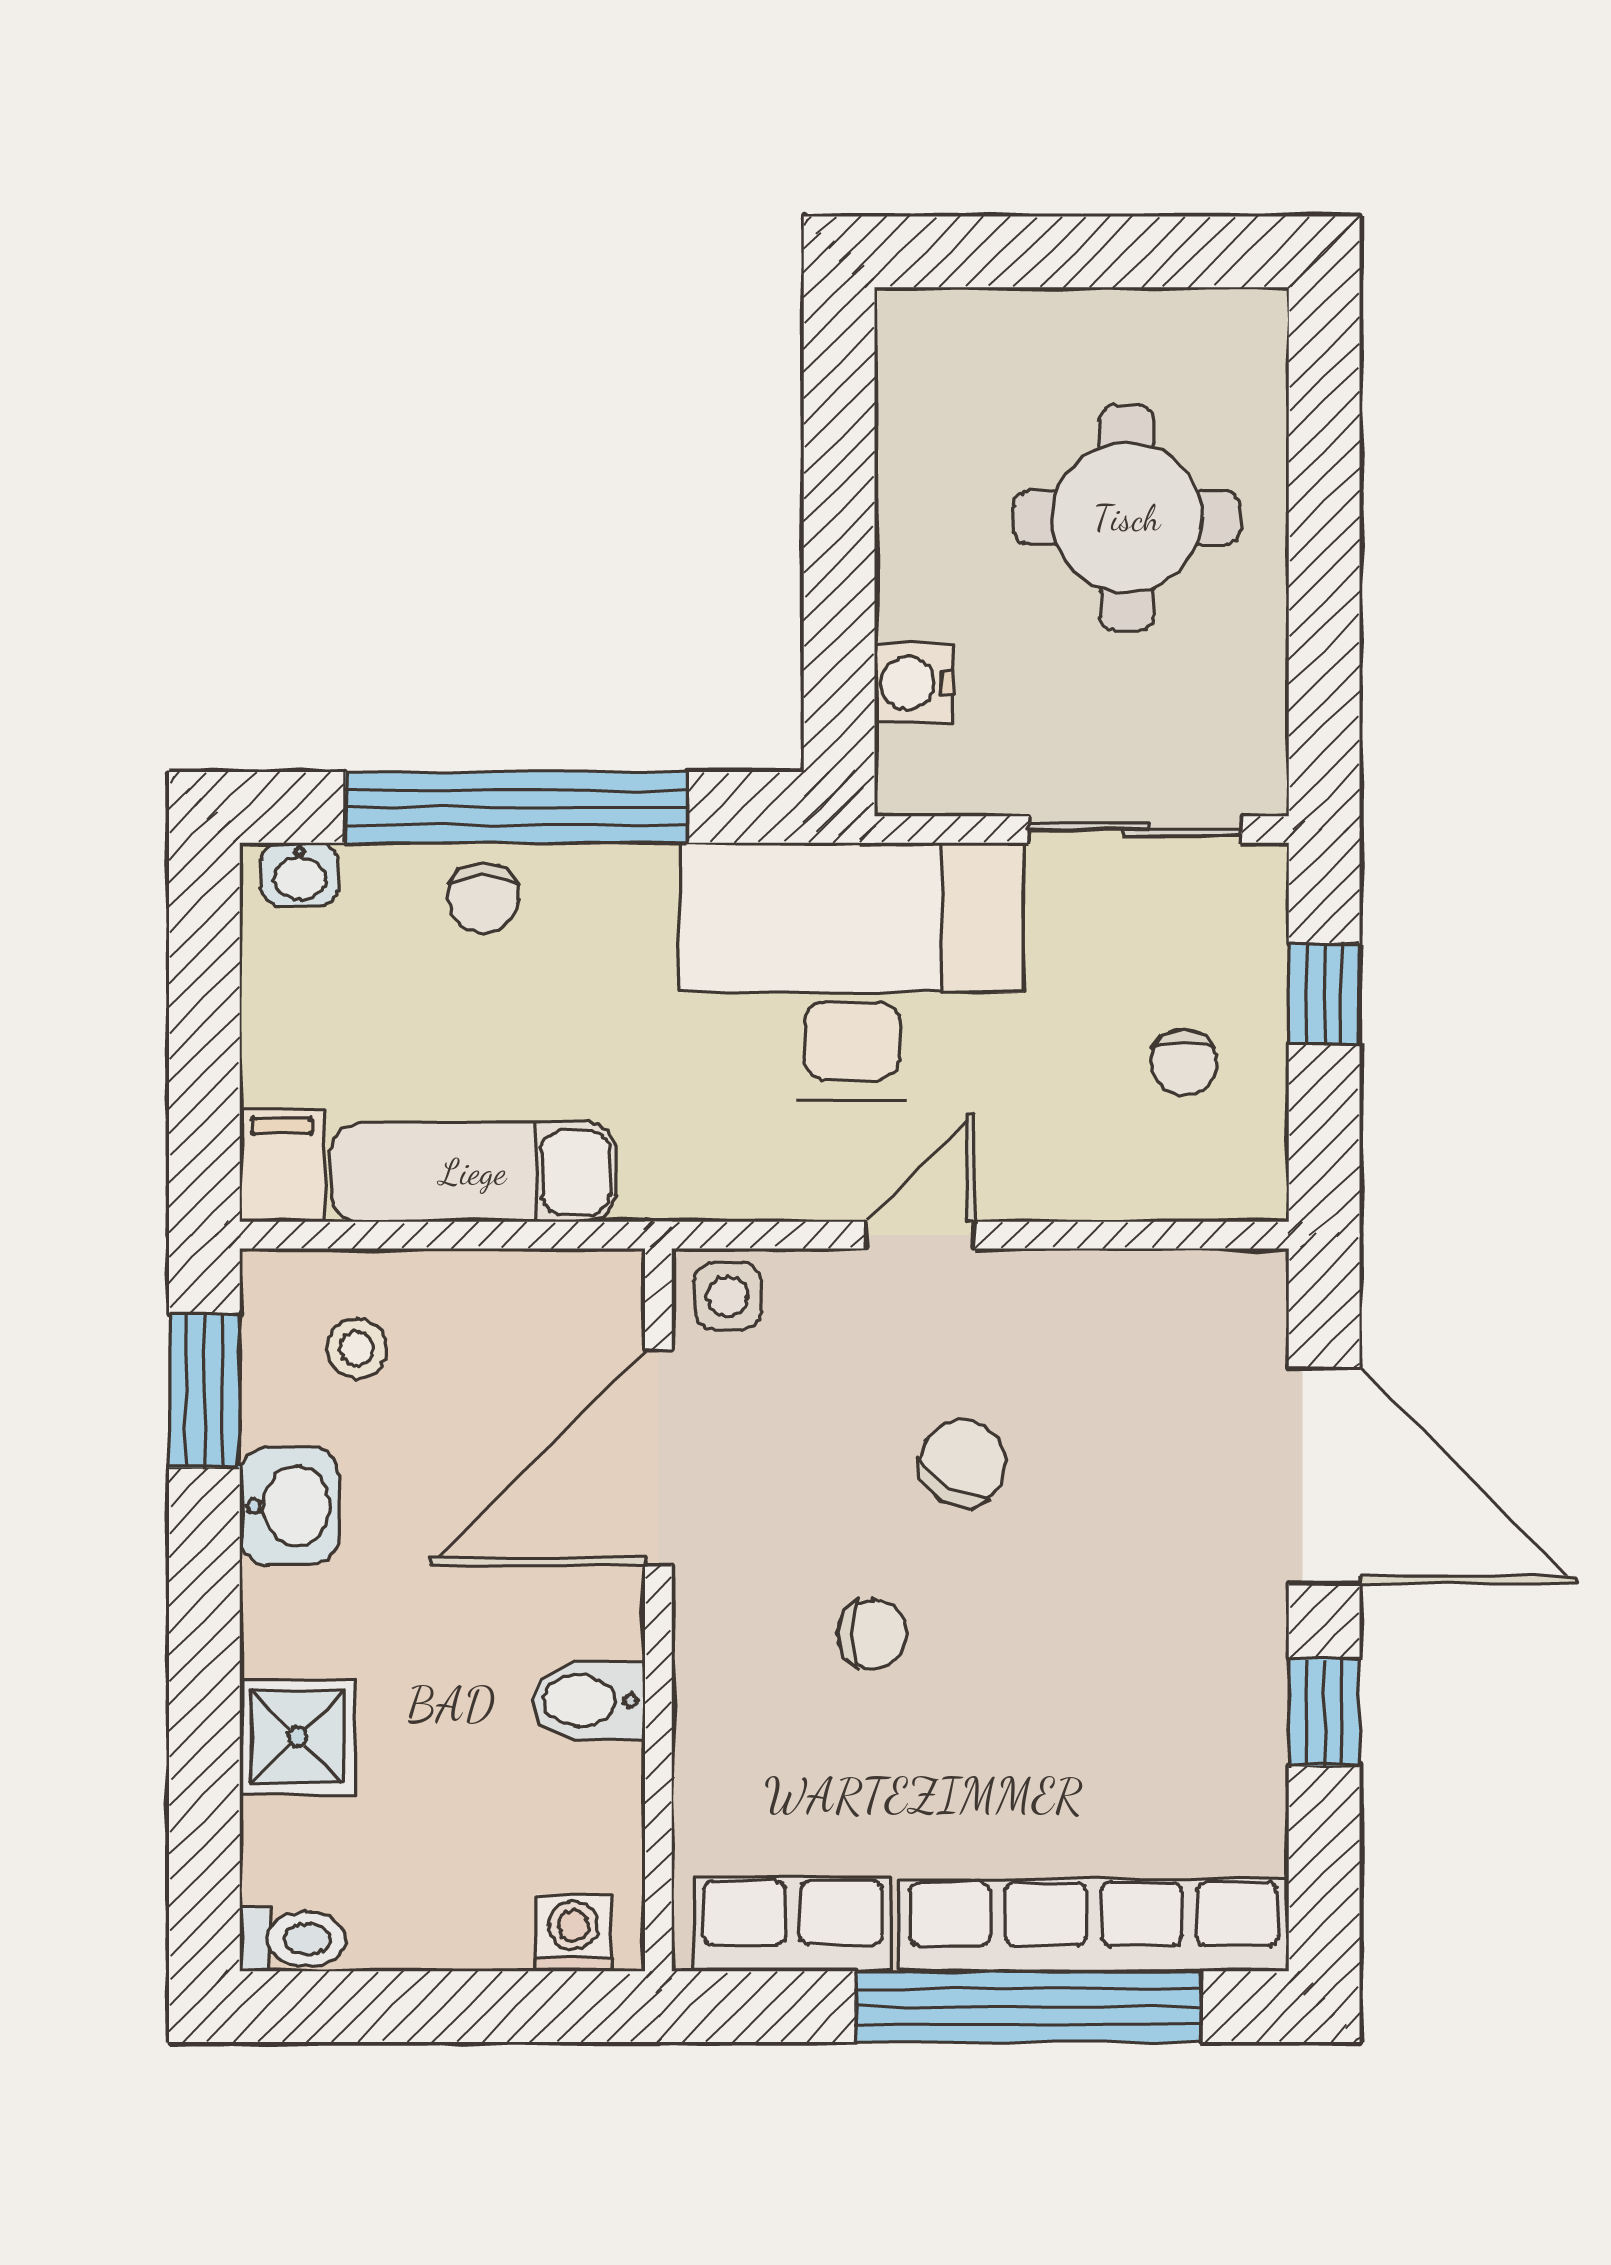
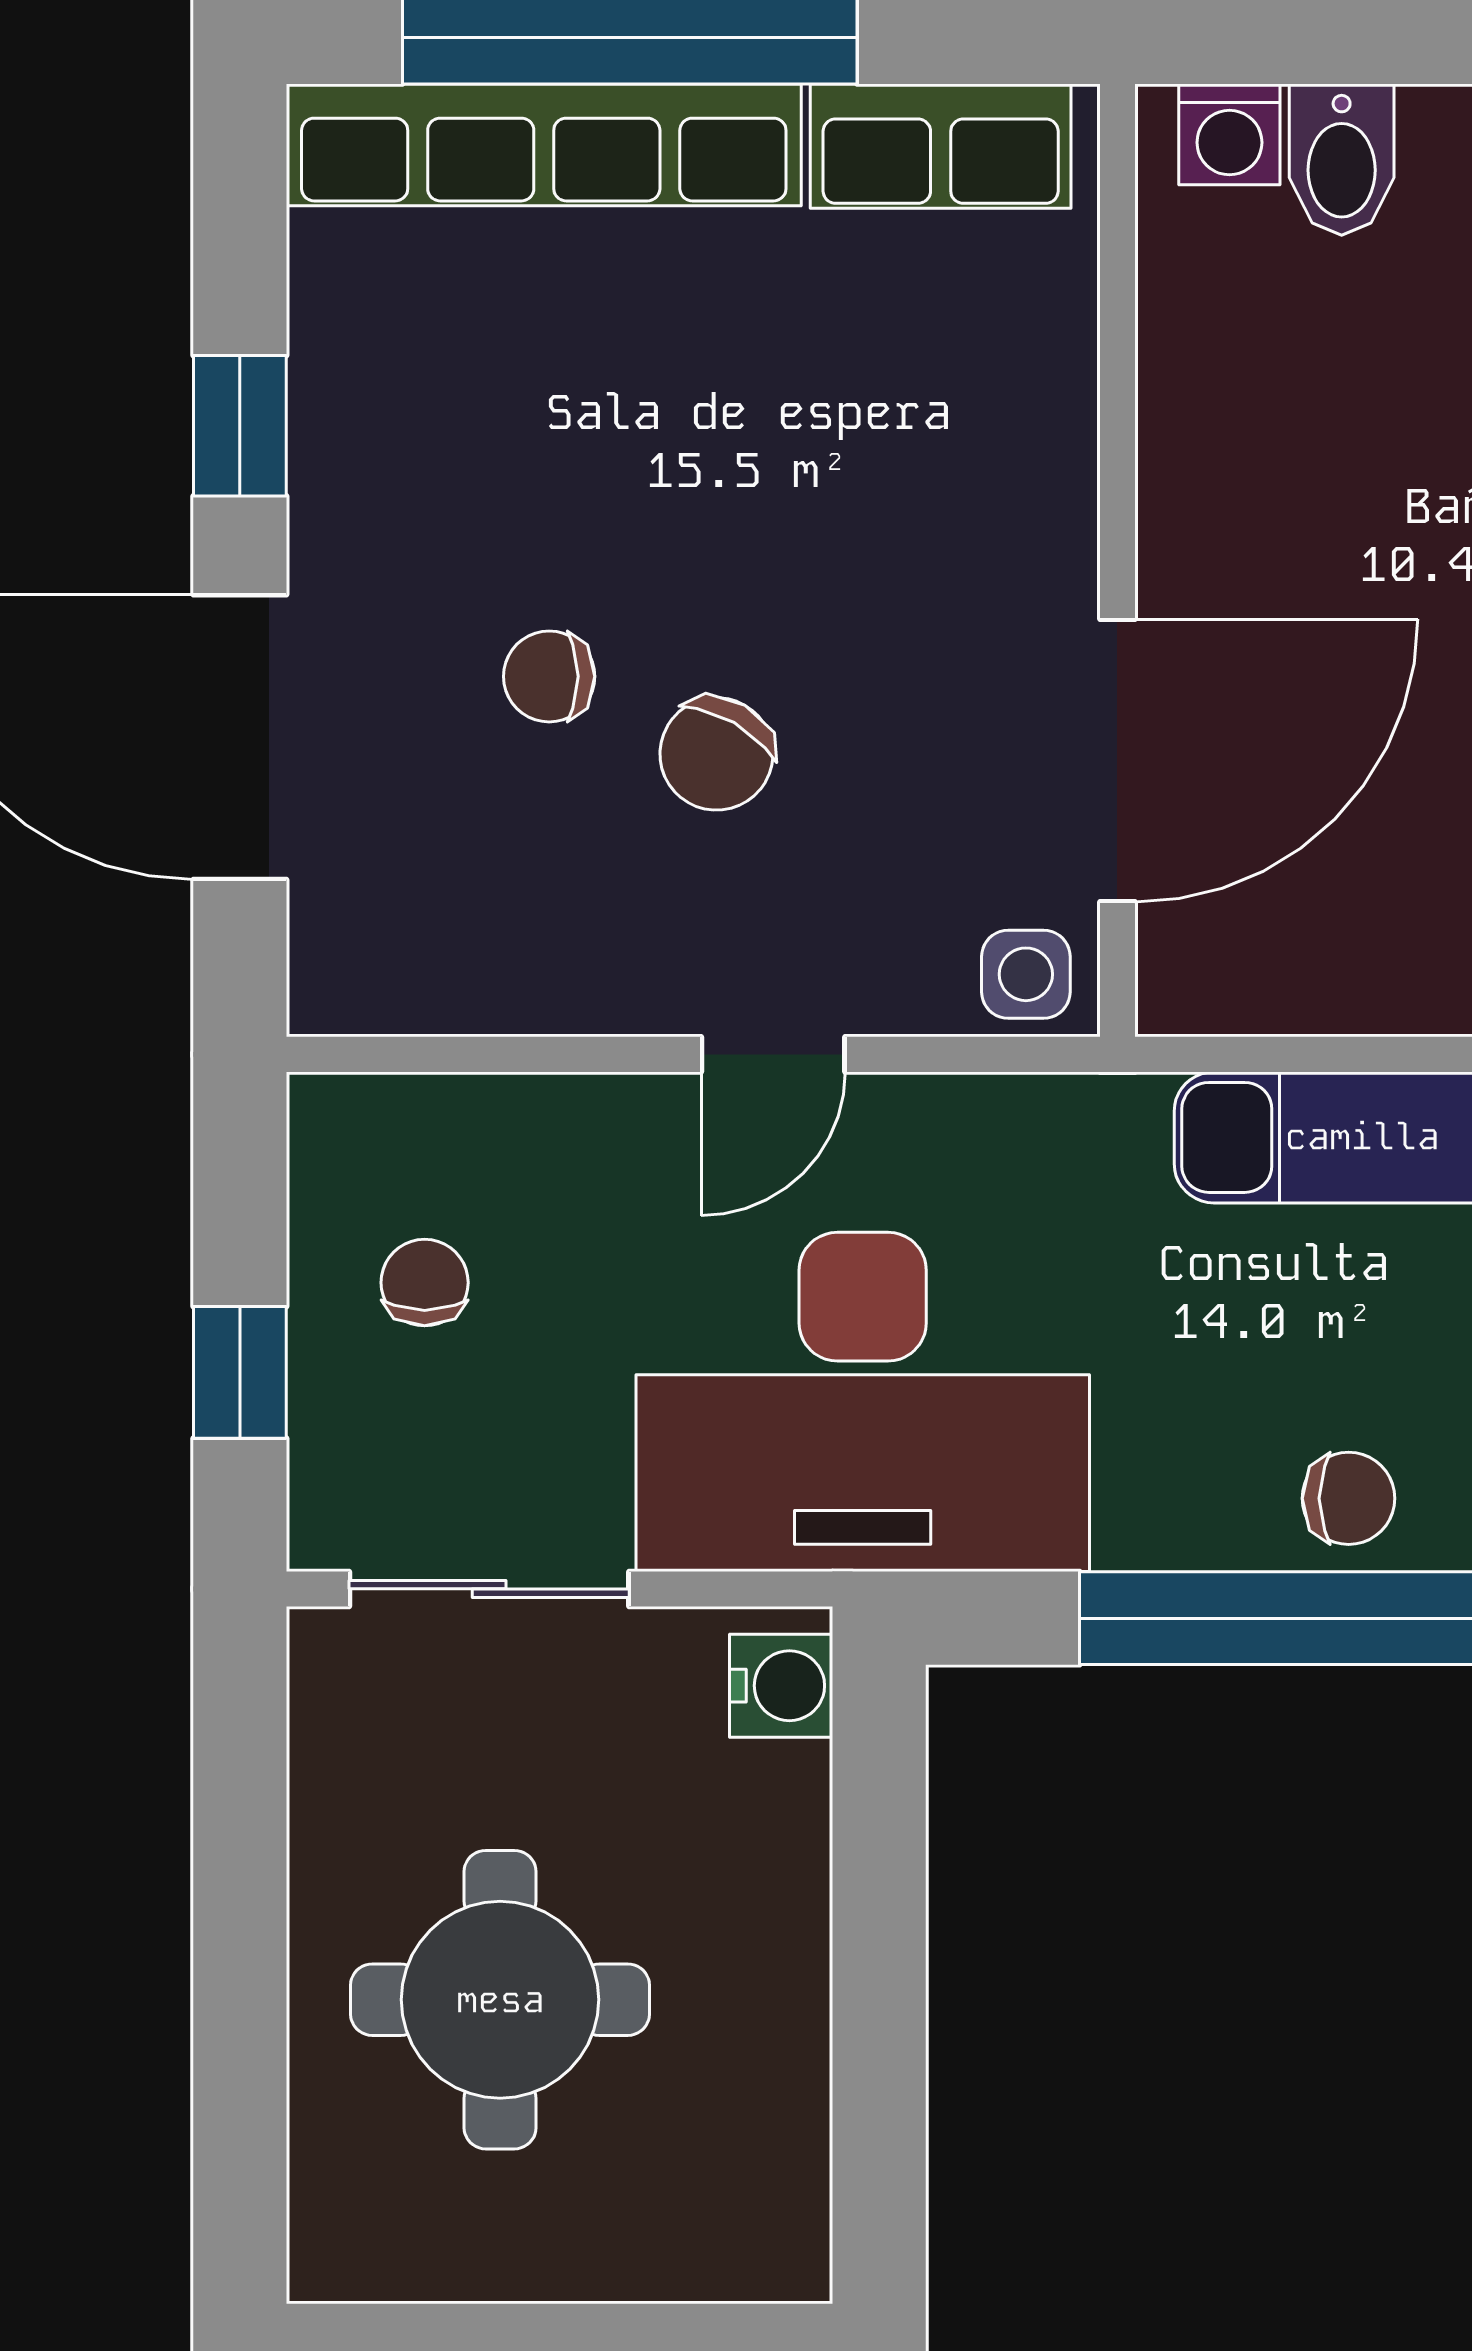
water cooler: (914, 683) -> (781, 1686), moved
chair: (483, 898) -> (1349, 1498), turned 90
chair: (872, 1634) -> (549, 676), moved
bidet: (588, 1701) -> (1342, 160), moved, turned 90

